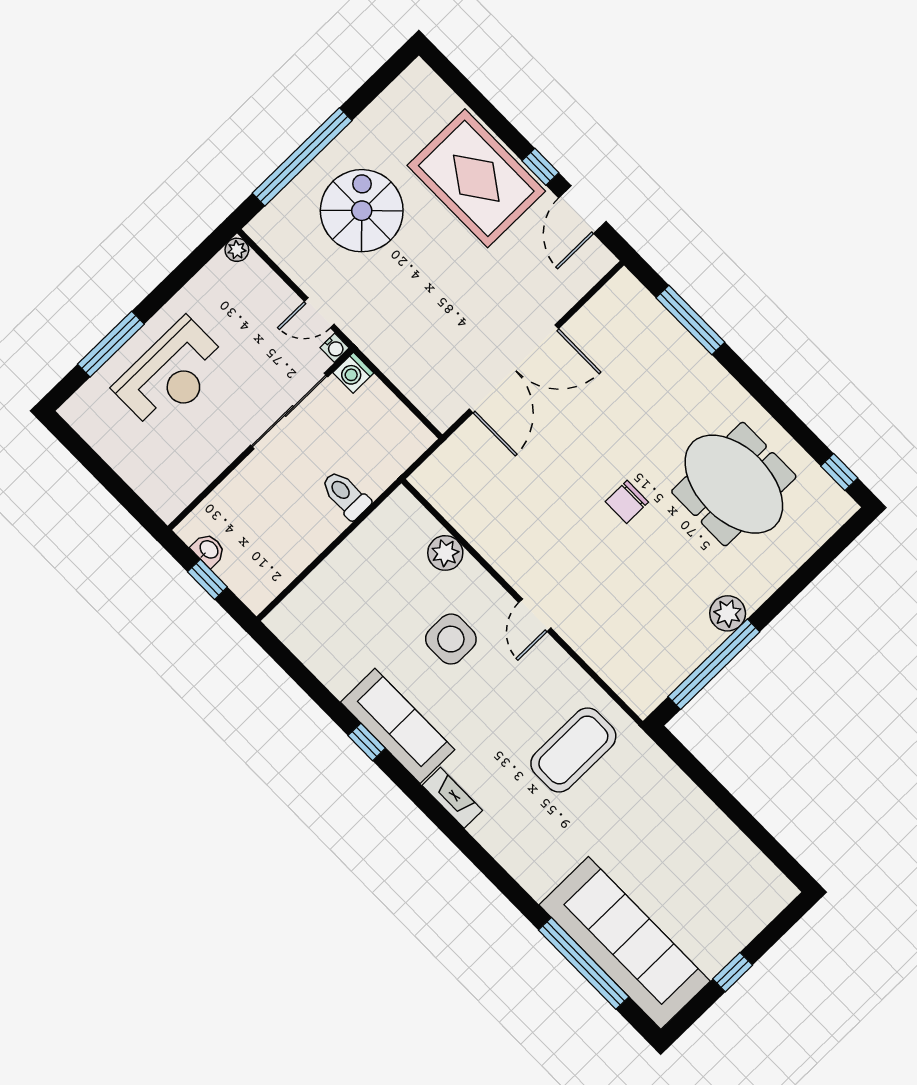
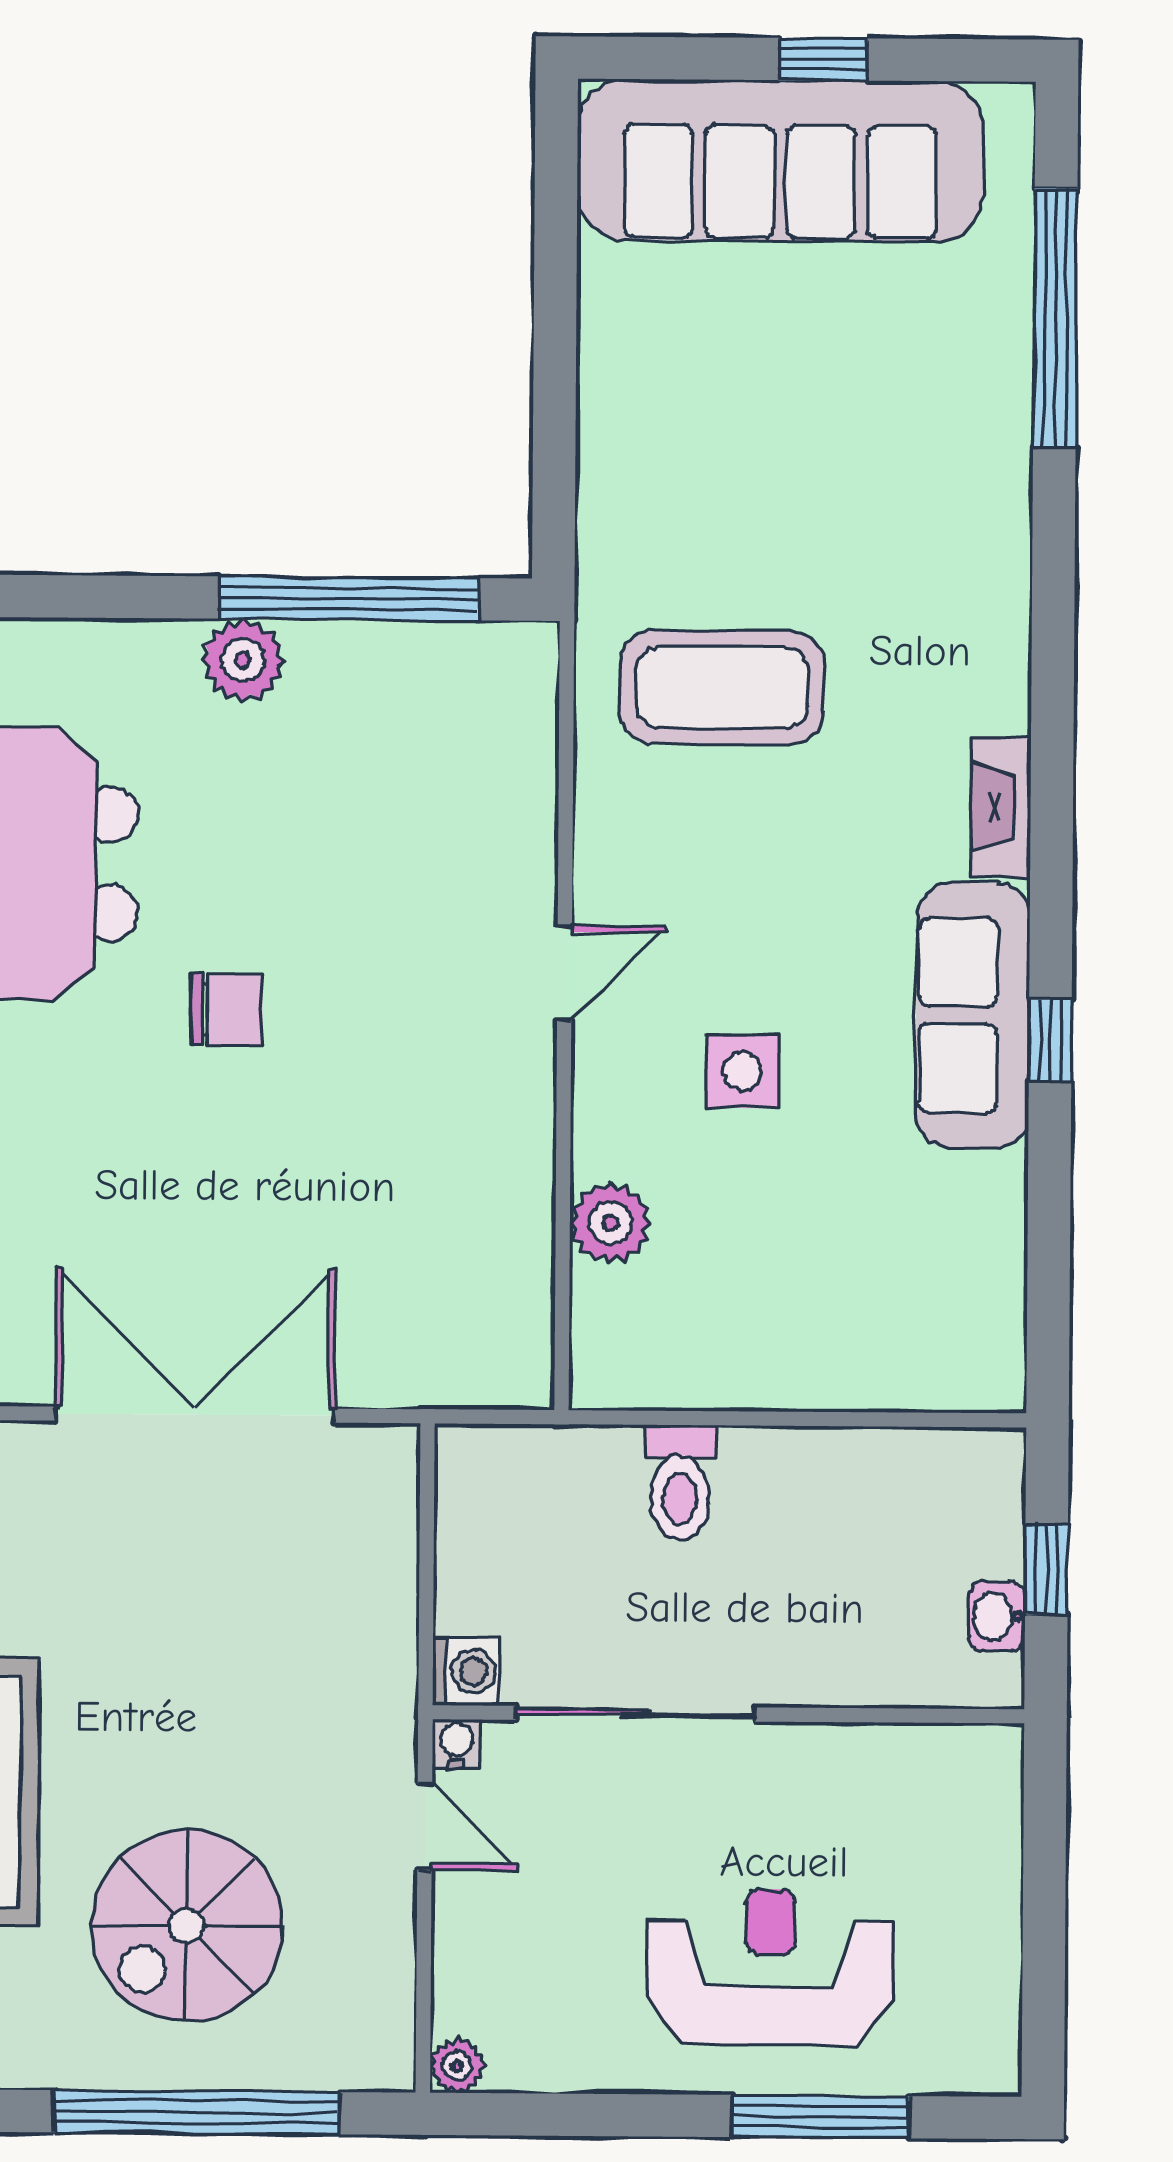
side table: (451, 639) -> (742, 1072), width x0.73, depth x0.73
sofa: (625, 943) -> (780, 161), moved, turned -90

